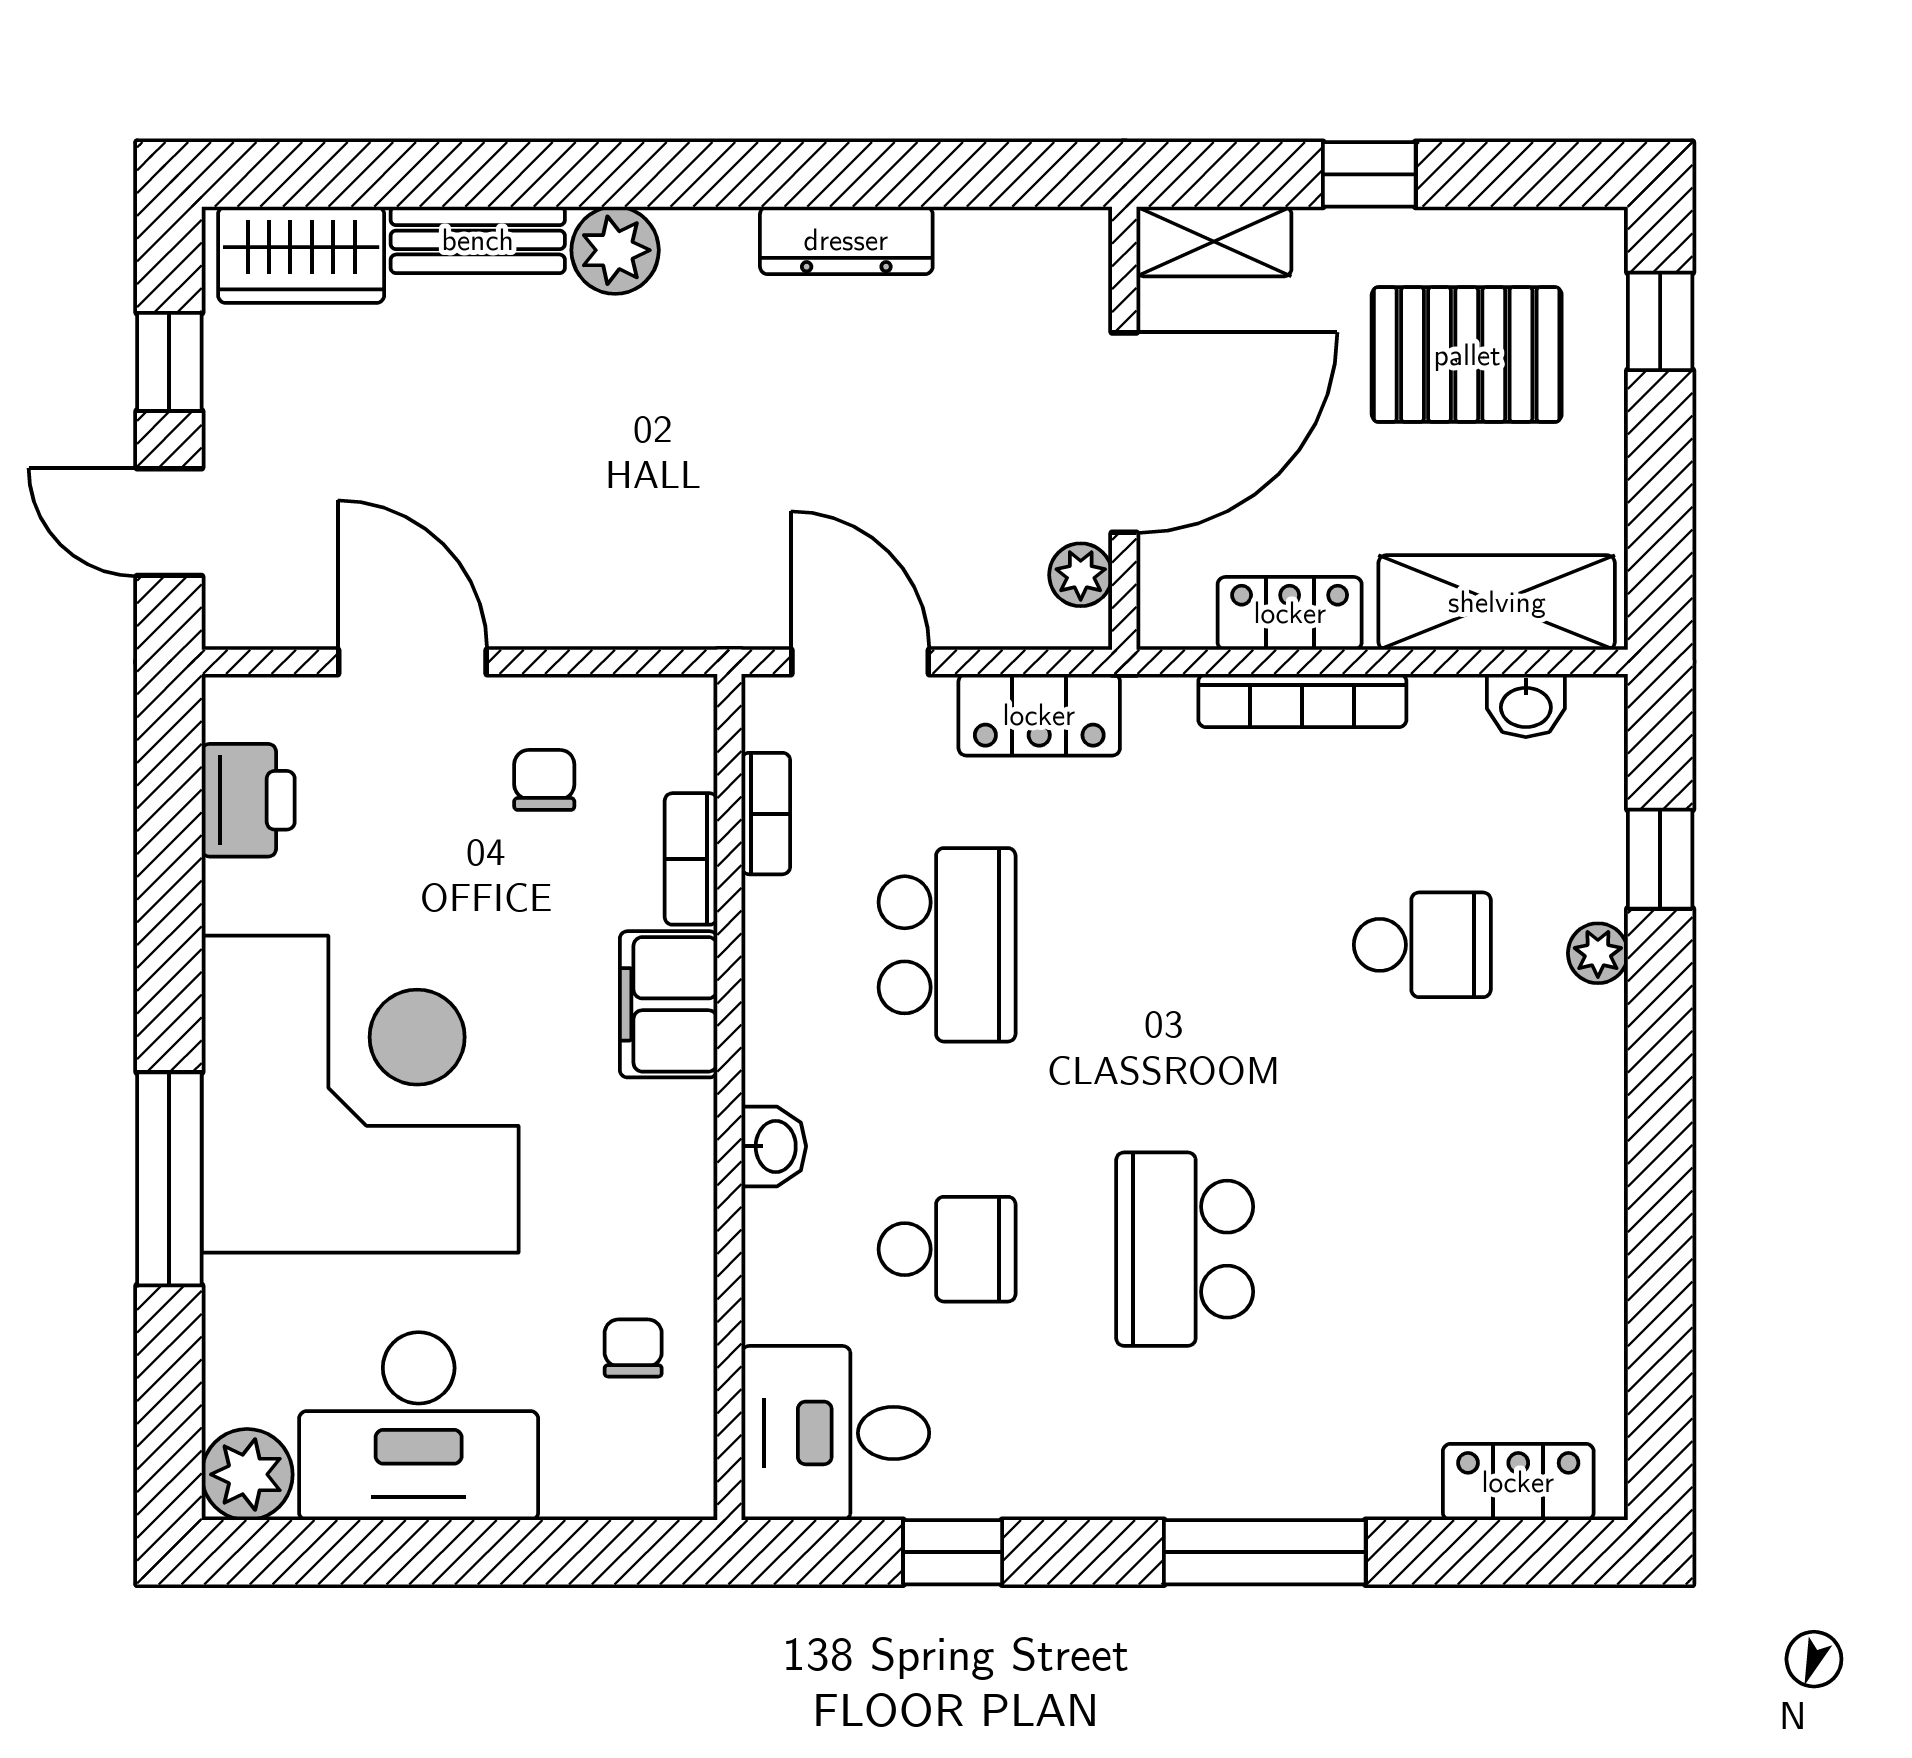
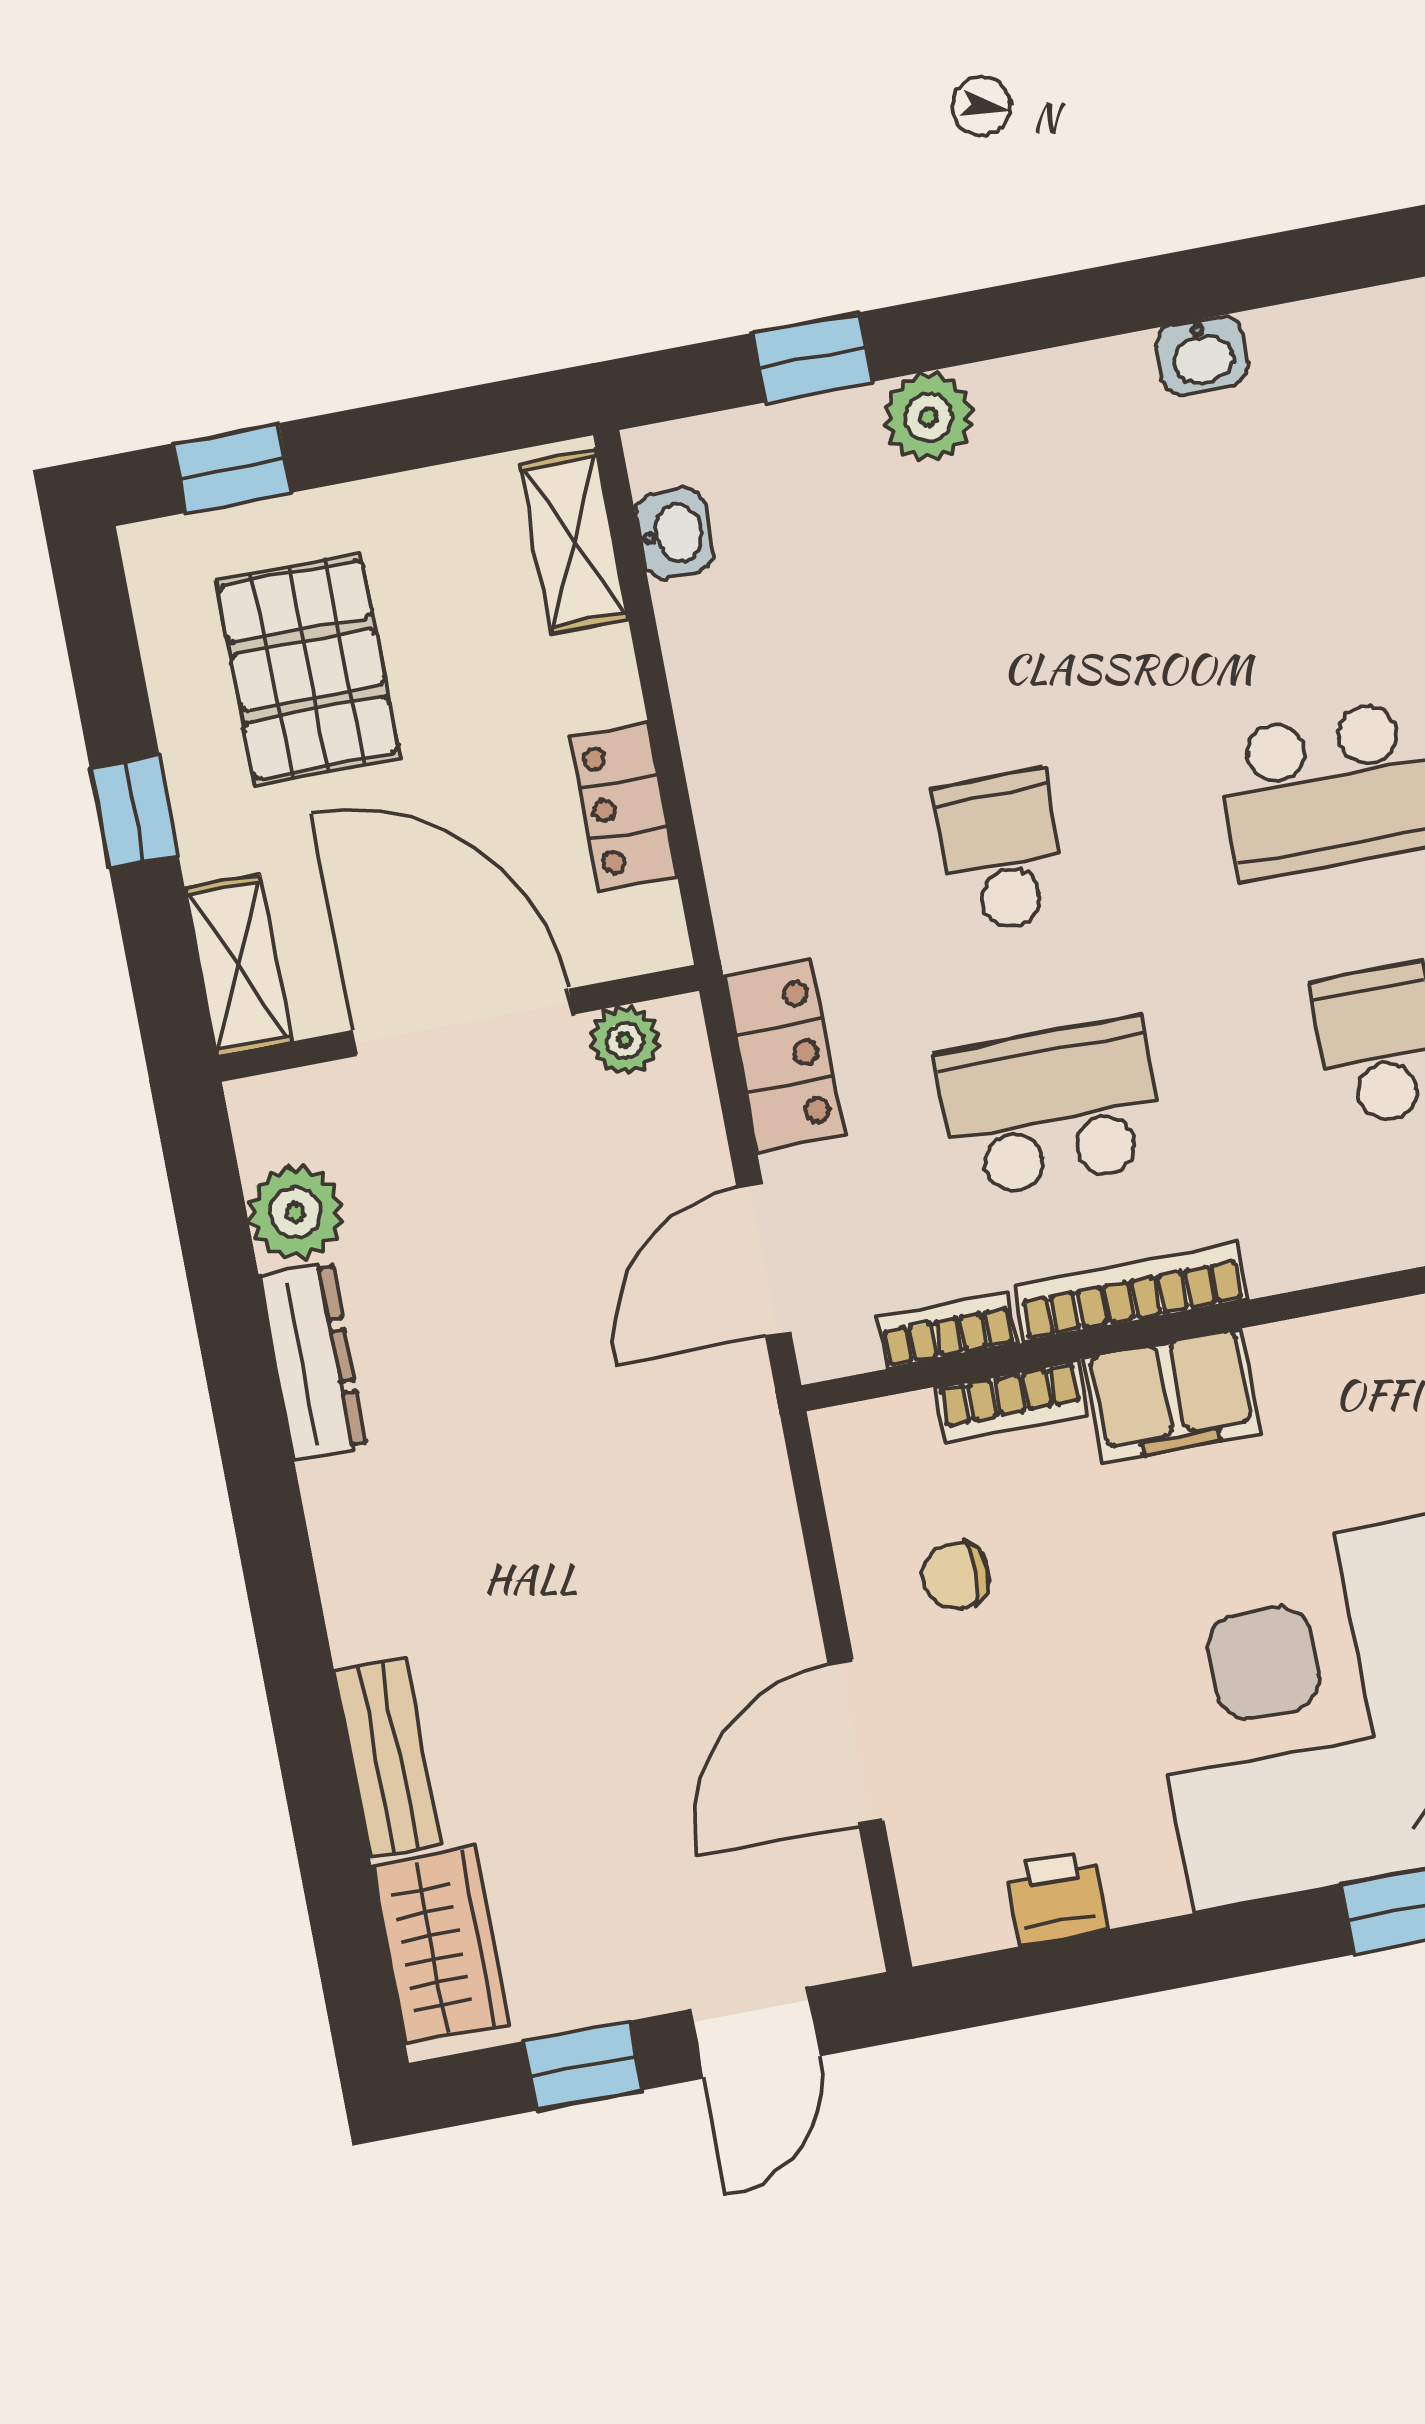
plant: (615, 250) -> (295, 1212), moved
shelving: (1497, 602) -> (574, 541), width x0.67, depth x0.75
bookcase: (1302, 701) -> (1131, 1293), moved, turned -90
printer: (248, 800) -> (1057, 1897), width x0.73, depth x0.81
school desk: (1422, 945) -> (1002, 852), moved
plant: (1598, 953) -> (929, 417), width x1.38, depth x1.38
washbasin: (774, 1146) -> (1202, 355), moved, turned 180

